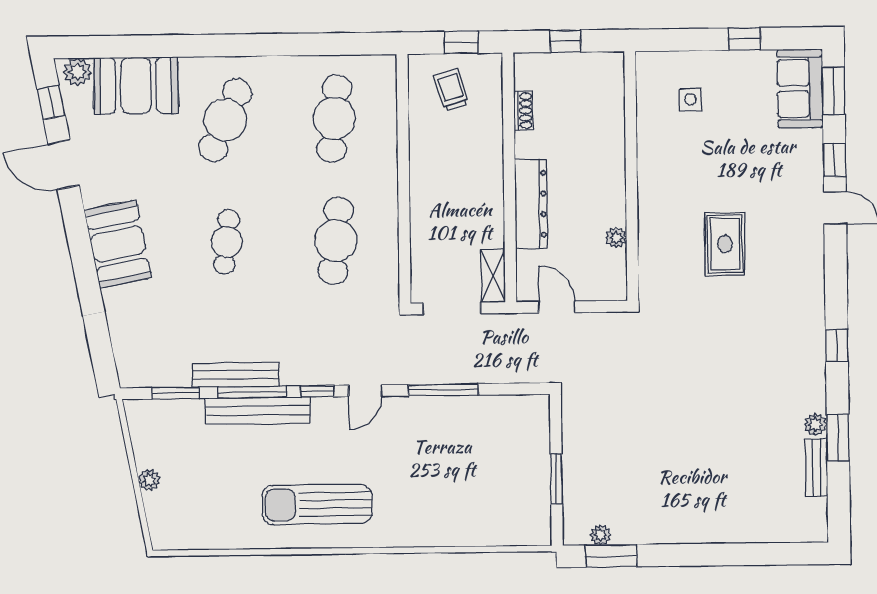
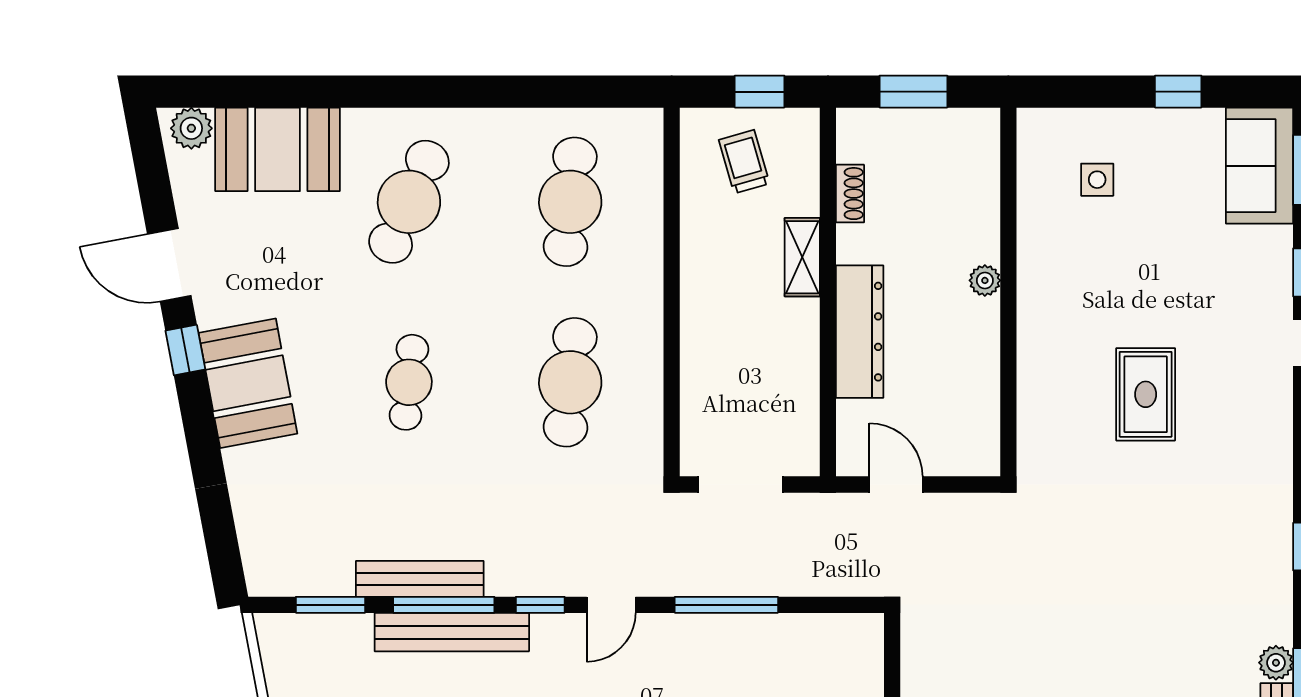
window: (565, 41) -> (913, 92), width x1.50
window: (51, 102) -> (185, 350), moved
plant: (616, 237) -> (985, 280), moved
shelving: (493, 276) -> (802, 257), moved

